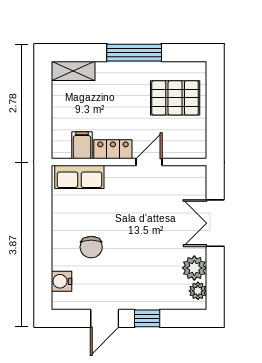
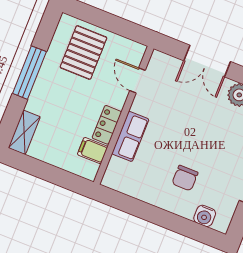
door: (149, 162) -> (137, 81), moved
row of seats: (79, 177) -> (130, 136), moved
chair: (91, 247) -> (185, 178), turned 90

